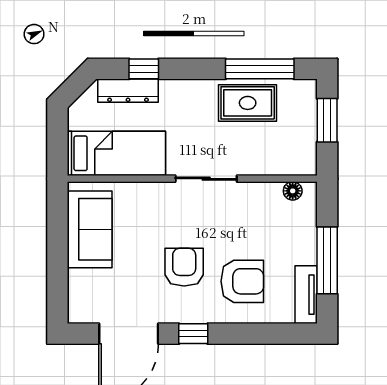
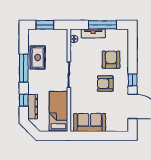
window: (260, 69) -> (24, 68), moved
tv unit: (306, 295) -> (93, 33), moved

